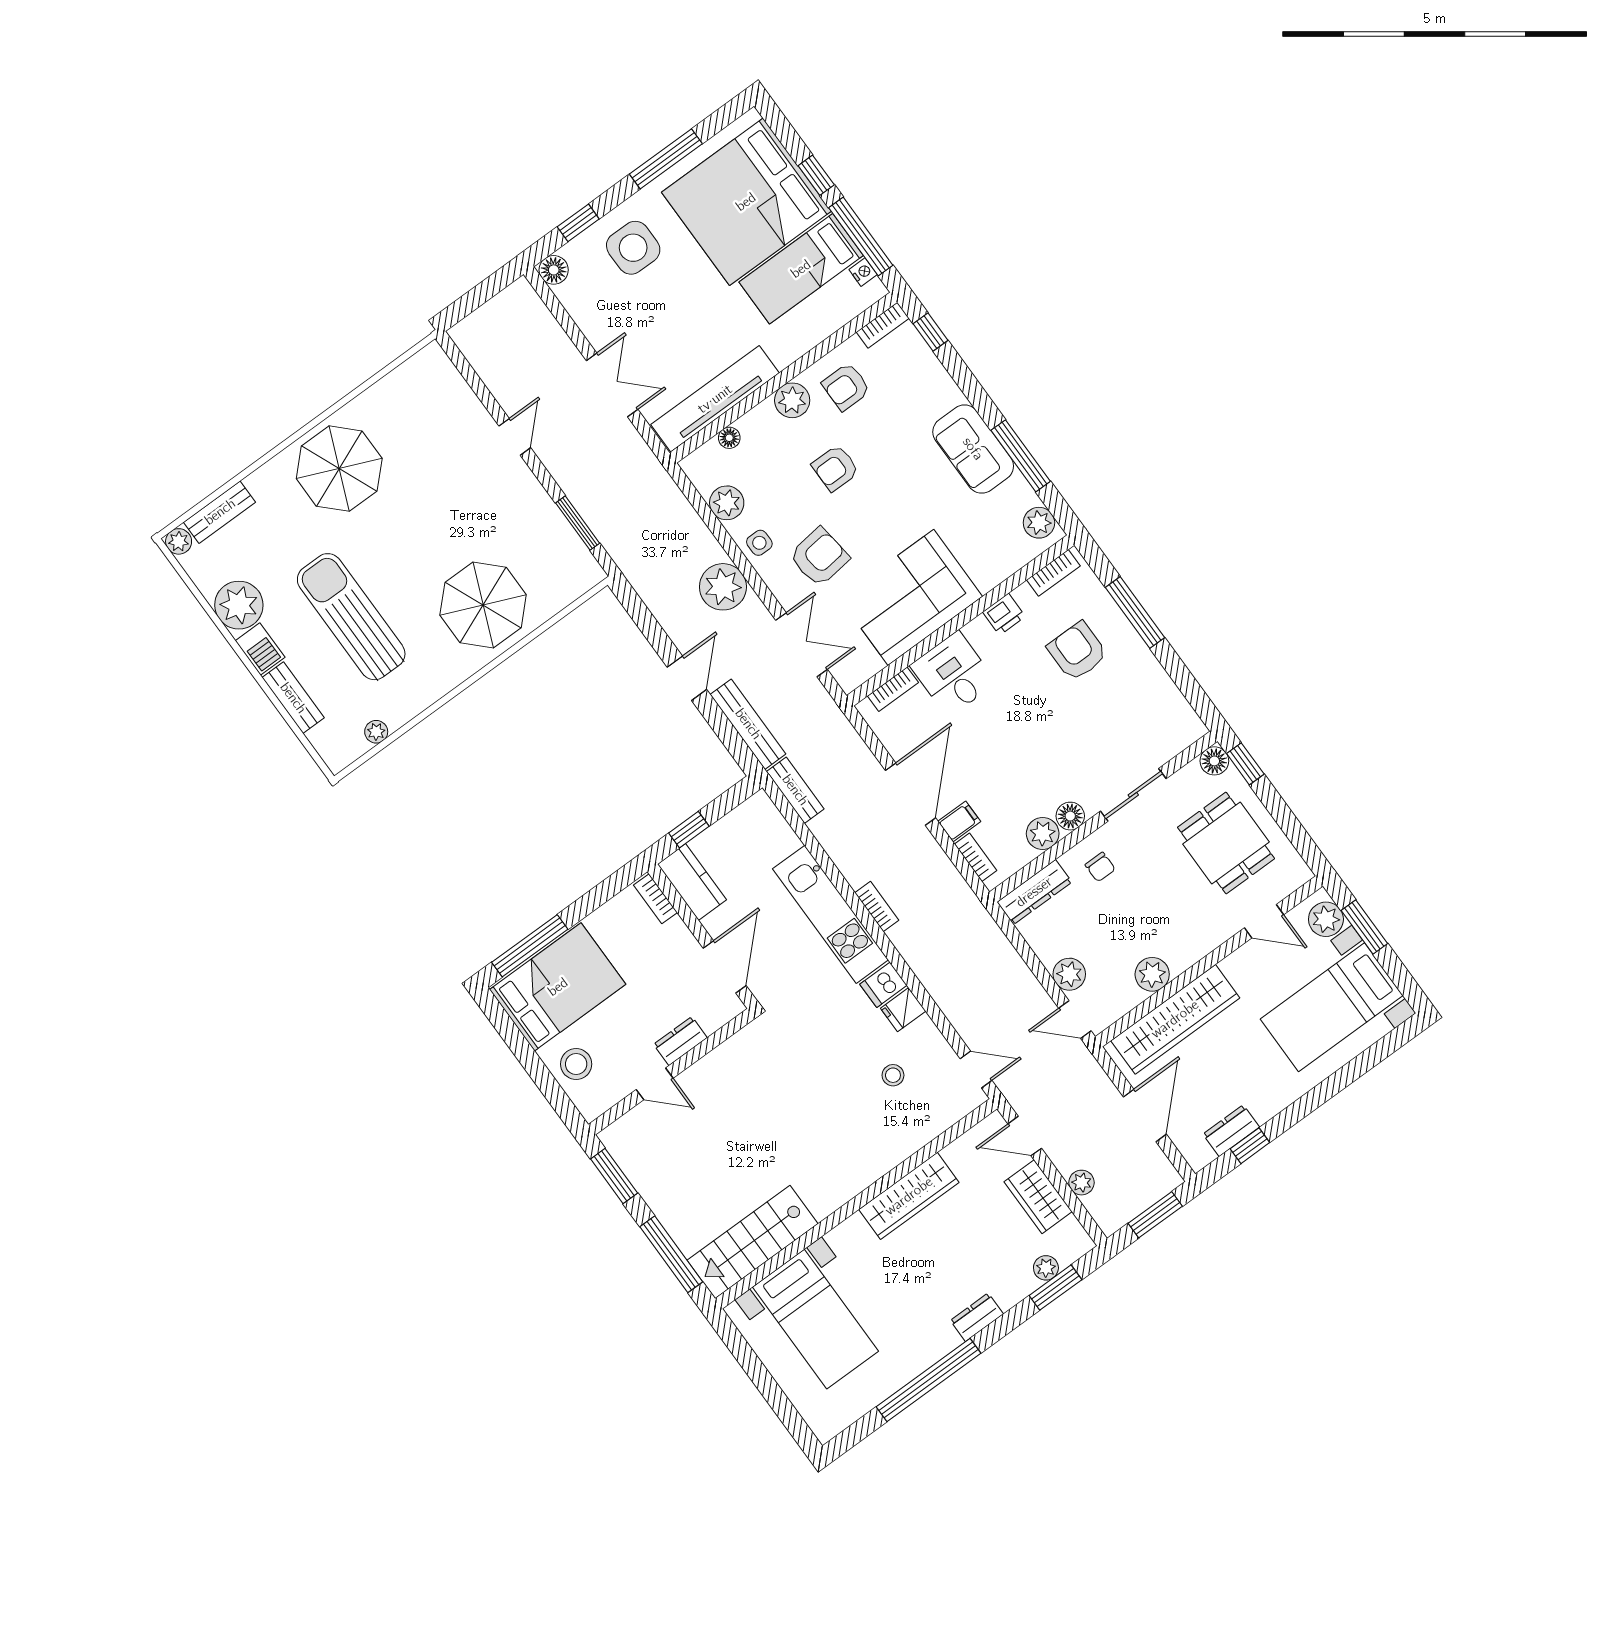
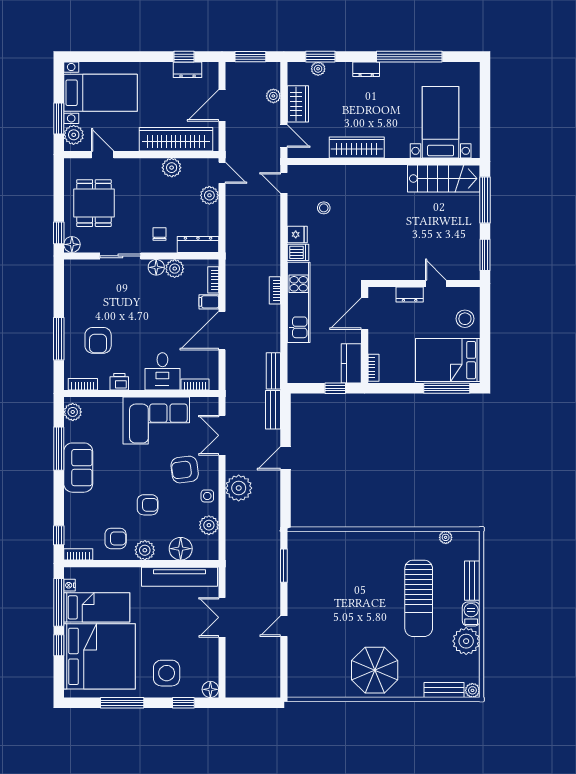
floor lamp: (729, 438) -> (181, 549), width x1.89, depth x1.89
parasol: (483, 605) -> (354, 560), removed
bench: (748, 724) -> (273, 410), width x0.73

